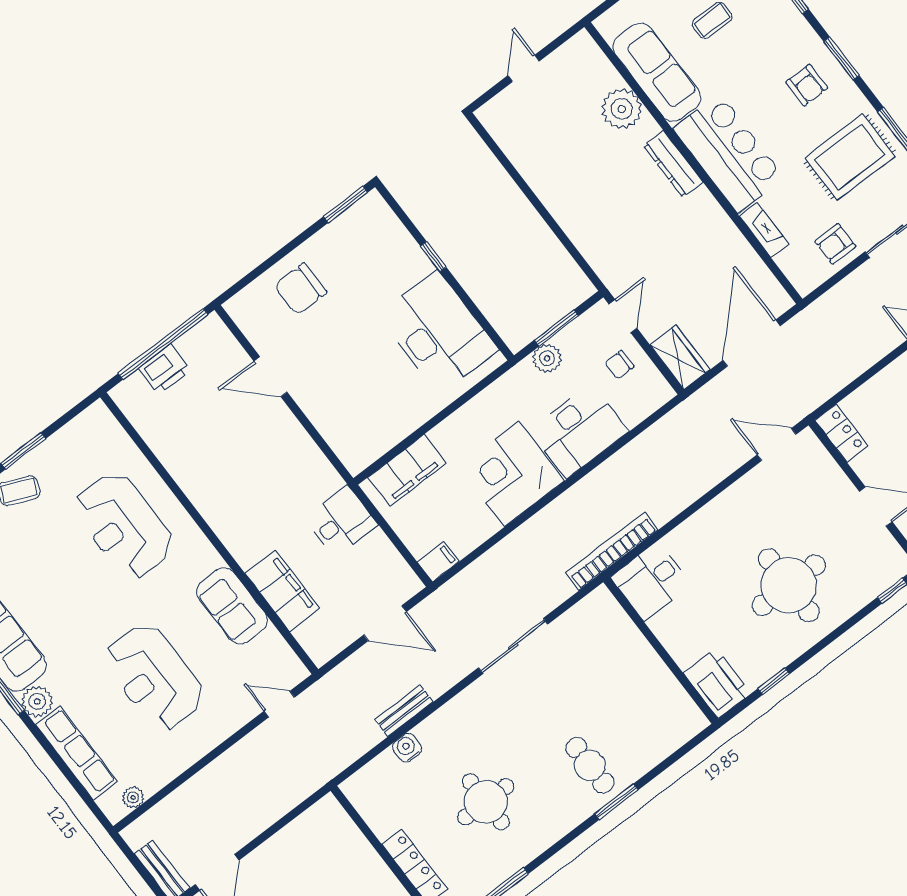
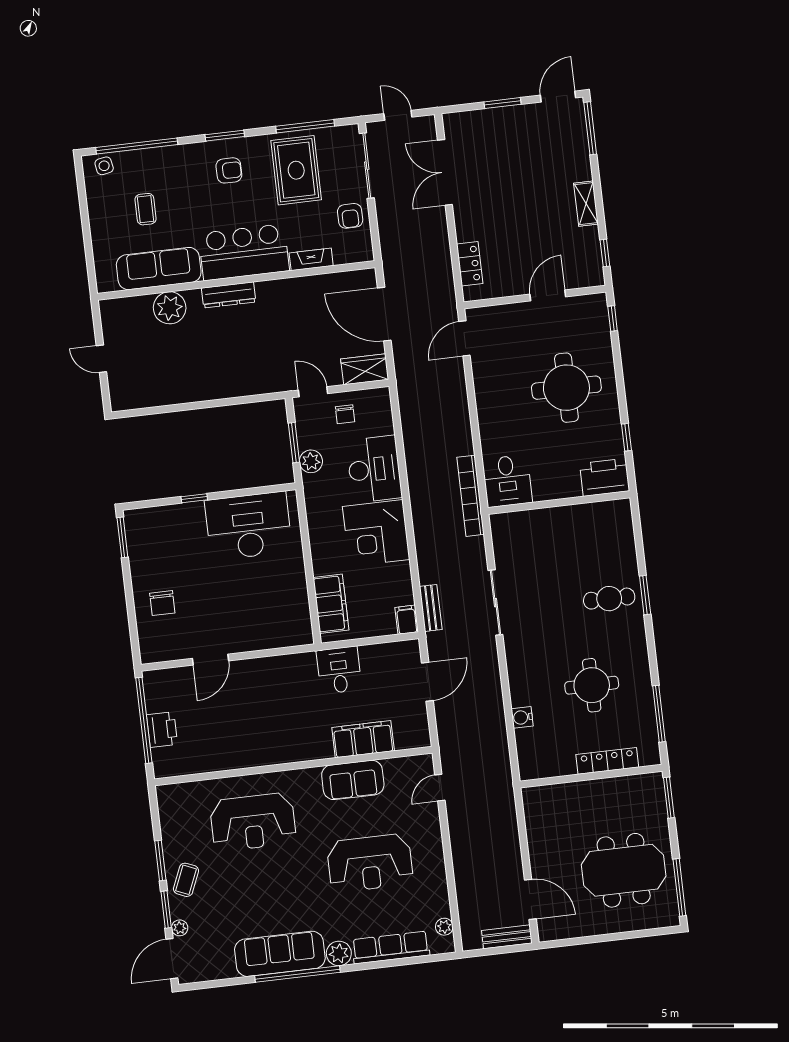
chair: (301, 289) -> (162, 603), width x0.73, depth x0.73
locker: (842, 433) -> (470, 264), moved, turned 90
bench: (404, 711) -> (431, 608), moved

